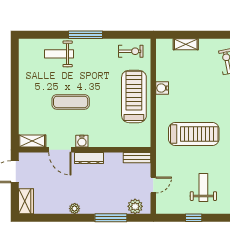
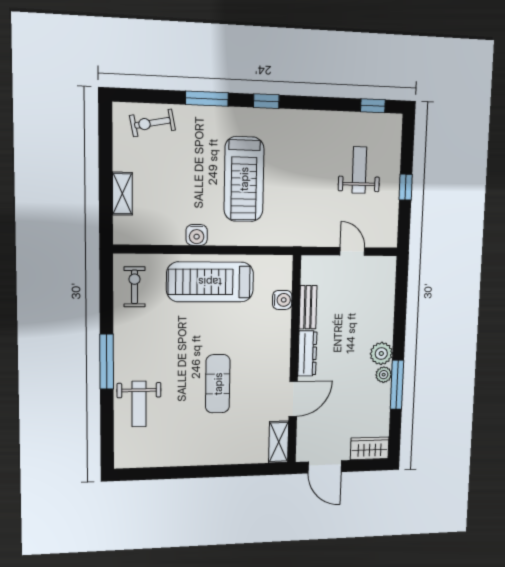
treadmill: (194, 134) -> (244, 179), moved, turned 180
water cooler: (82, 141) -> (282, 300), moved
bench: (137, 158) -> (308, 307), moved
weight bench: (203, 188) -> (359, 170), turned 90
plant: (135, 206) -> (381, 353), moved
window: (111, 218) -> (397, 385), moved

